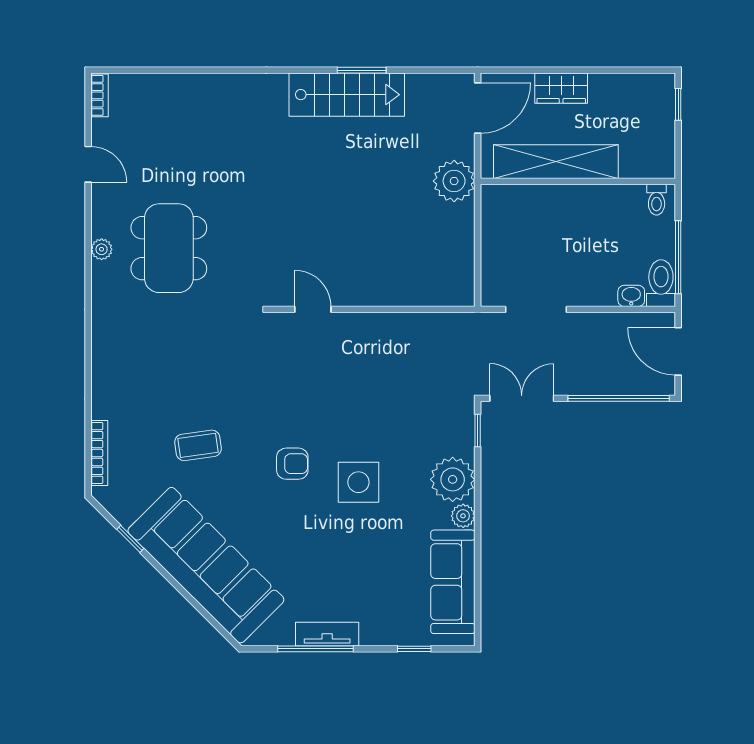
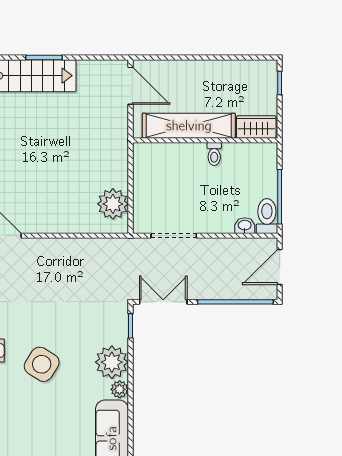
wardrobe: (561, 88) -> (256, 127), moved, turned 180
door: (478, 108) -> (130, 86), hinge flipped
plant: (454, 181) -> (113, 204), moved
toilet: (657, 200) -> (214, 154), moved
door: (678, 351) -> (280, 267), hinge flipped
side table: (358, 482) -> (42, 364), turned 32

